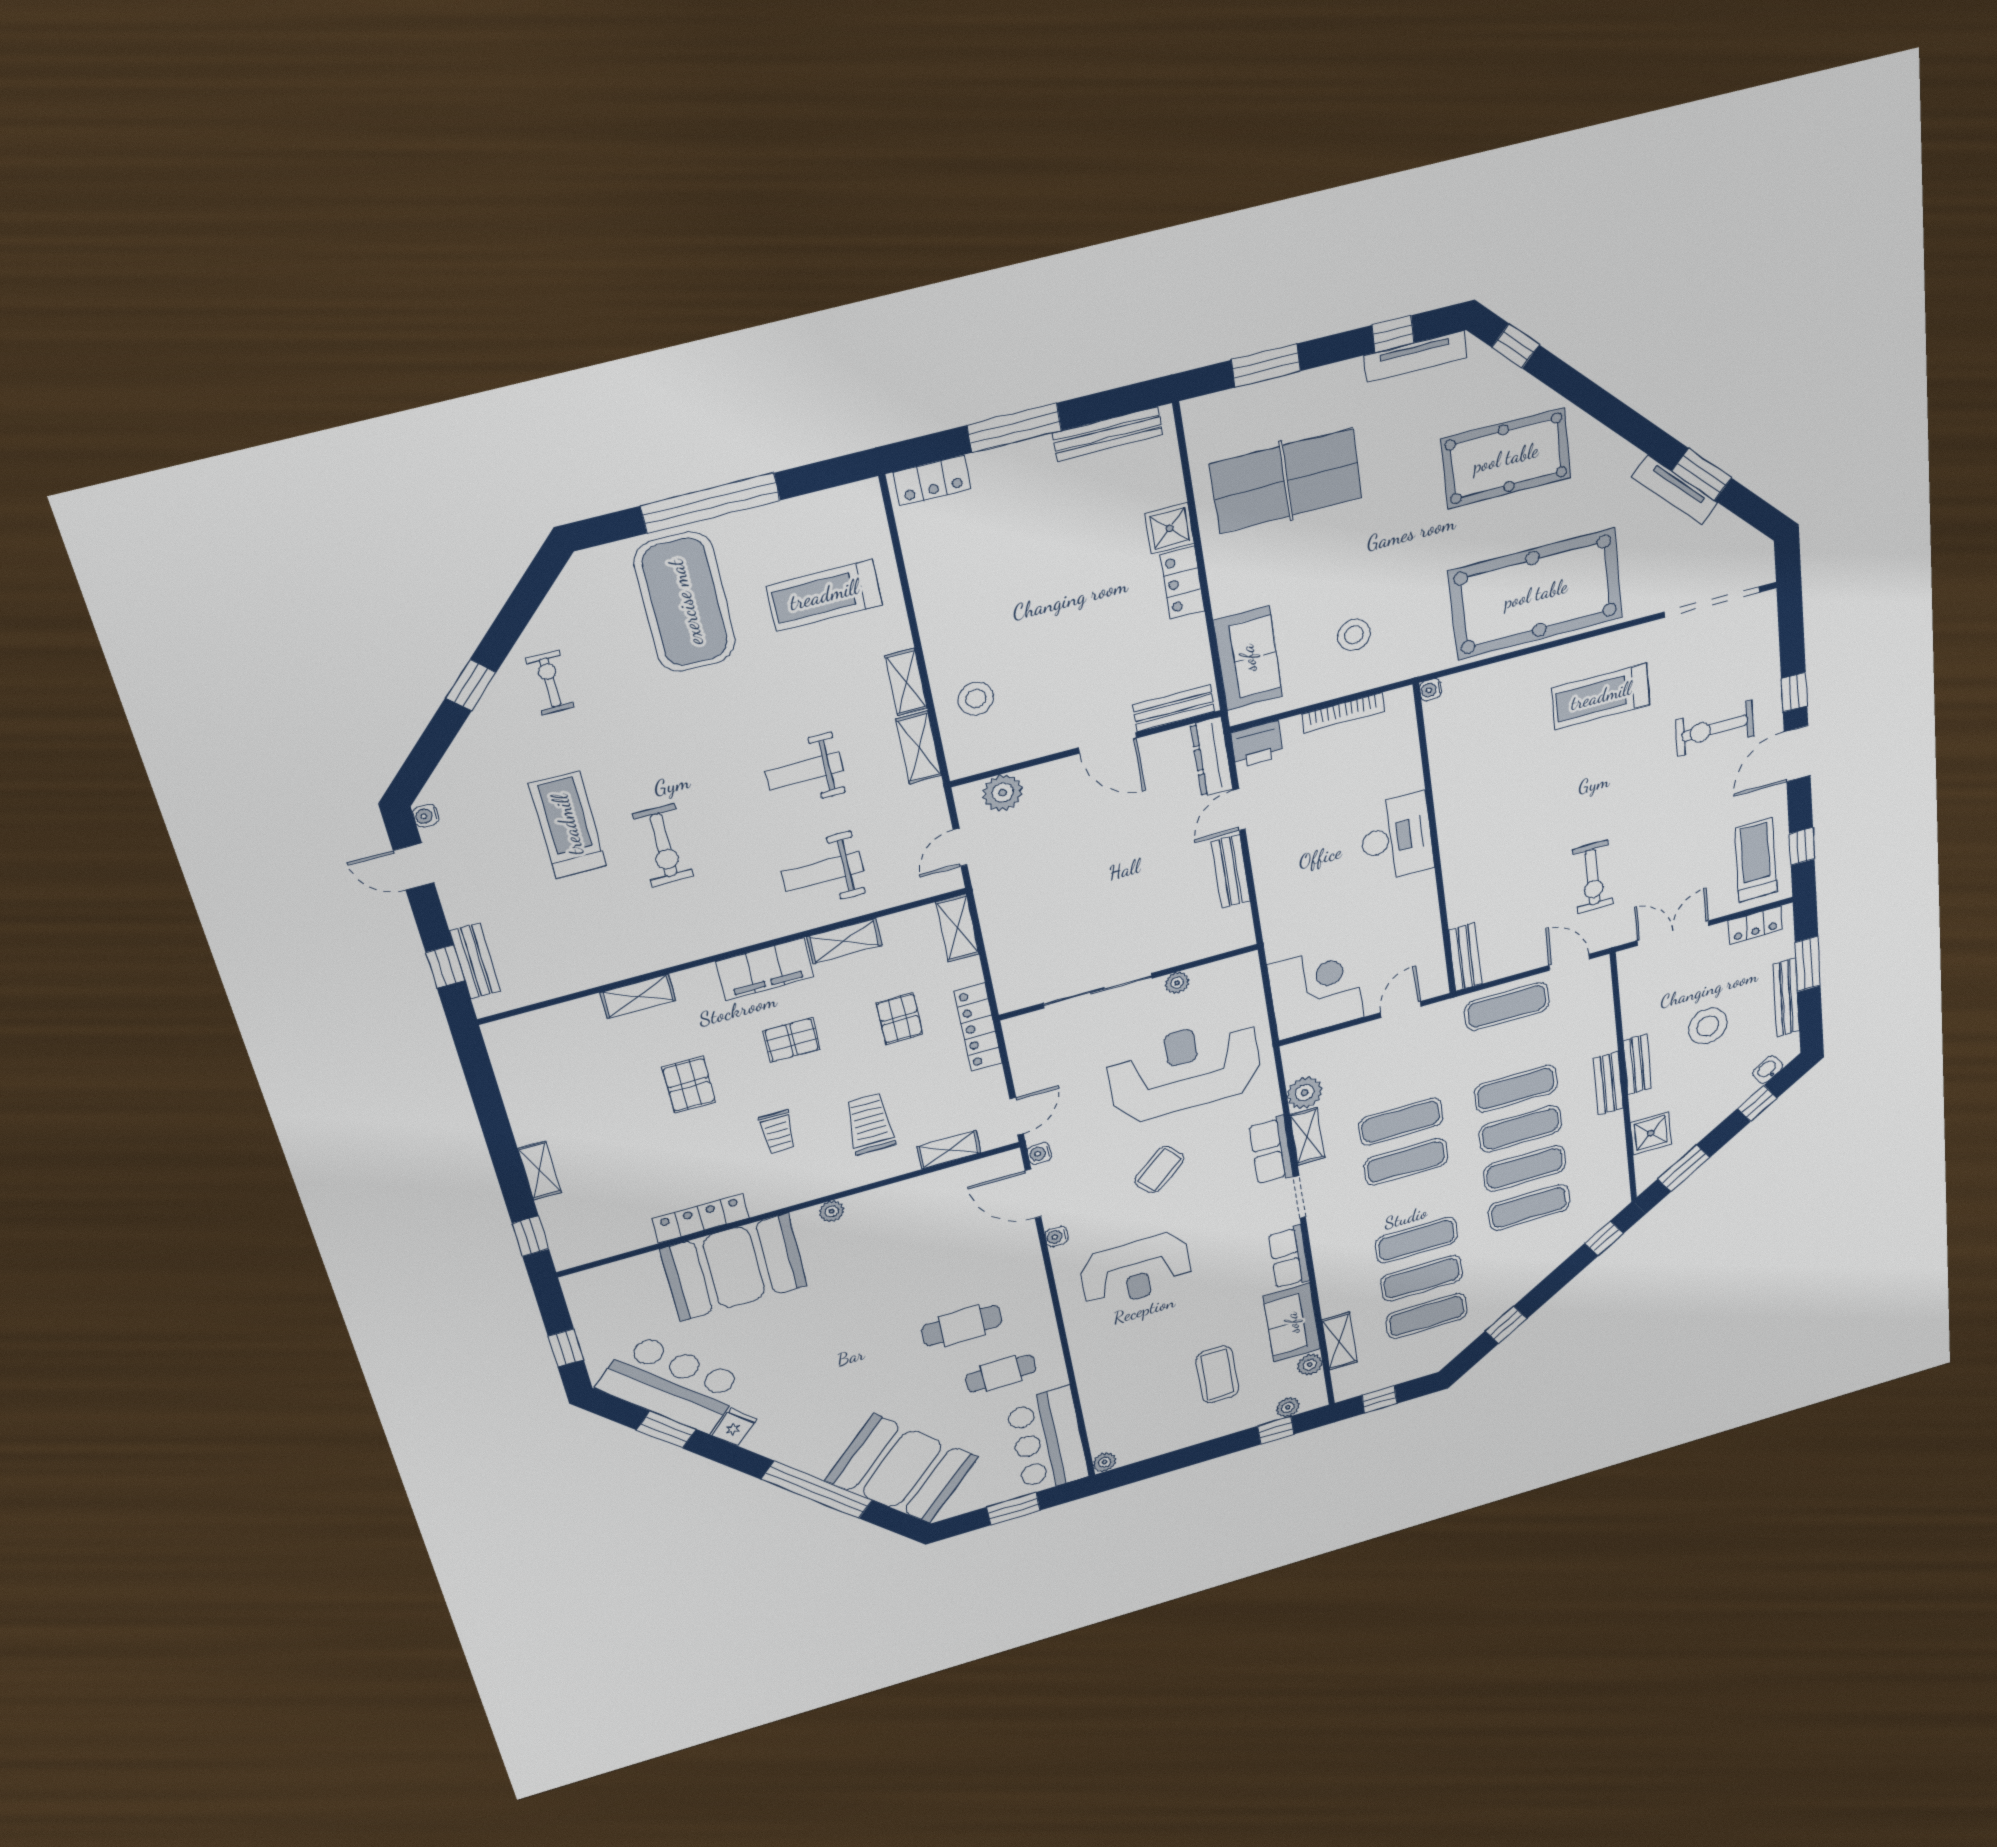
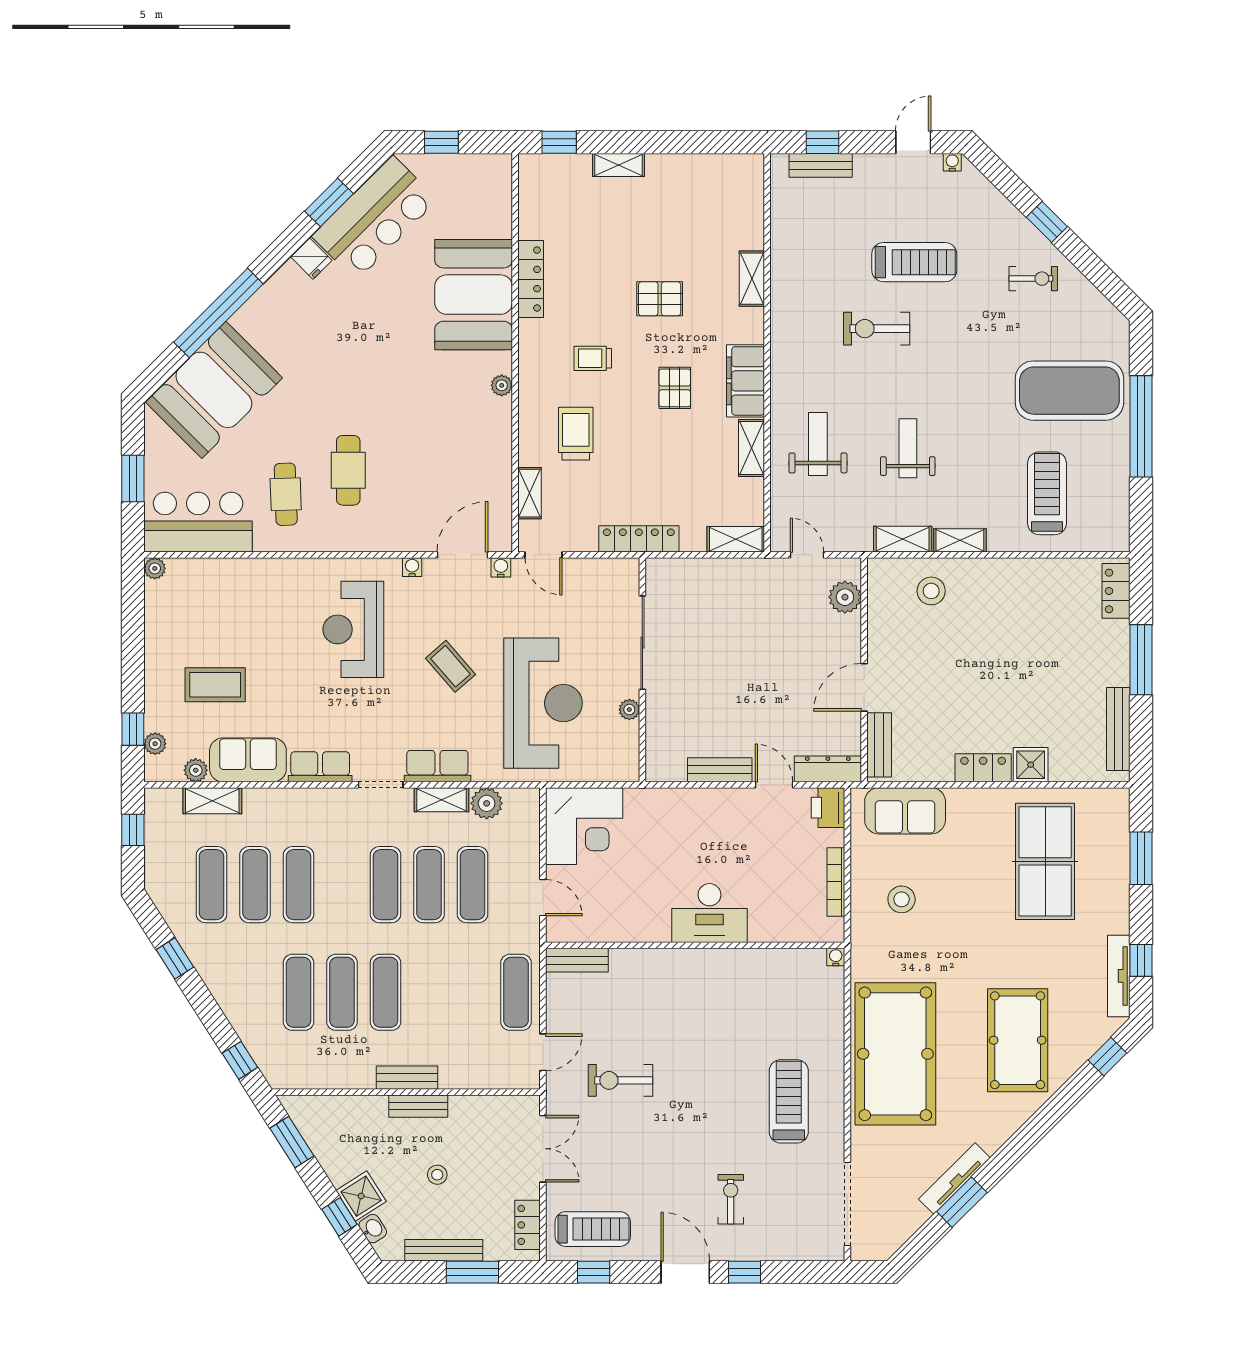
exercise bike: (1715, 728) -> (731, 1199), width x0.73, depth x0.72
pallet: (900, 1018) -> (667, 477), removed
stool: (1708, 1026) -> (437, 1175), width x0.53, depth x0.53
exercise mat: (1516, 1089) -> (472, 885), moved
trolley: (870, 1124) -> (576, 434), turned -90
shower: (1651, 1133) -> (361, 1196), moved, turned -32

